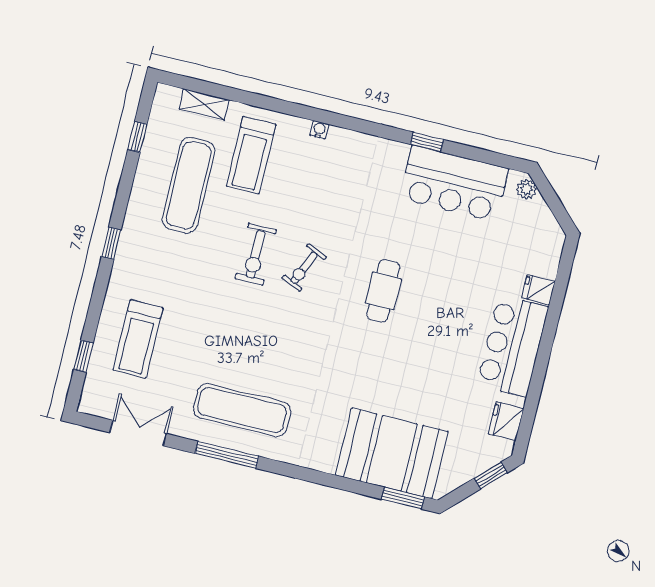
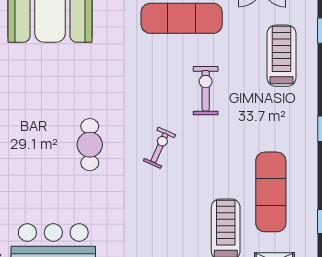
exercise bike: (256, 254) -> (206, 91), moved

